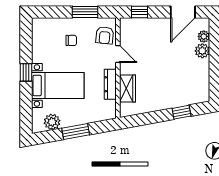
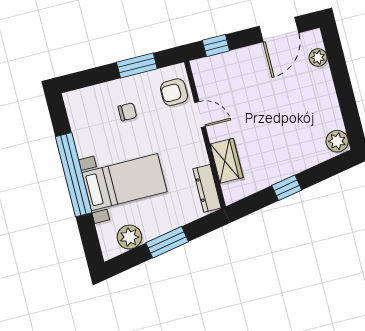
armchair: (105, 35) -> (174, 92), turned 83
plant: (202, 51) -> (337, 141), moved
window: (26, 72) -> (74, 175), width x3.17
dresser: (110, 84) -> (207, 188), moved
window: (181, 112) -> (287, 188), moved

